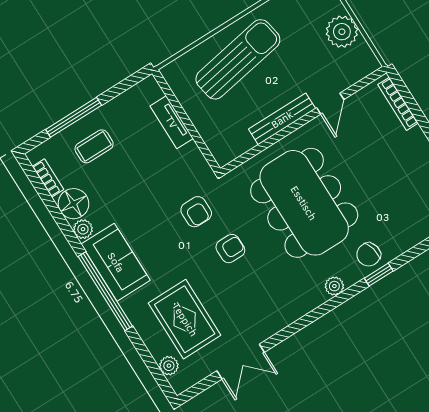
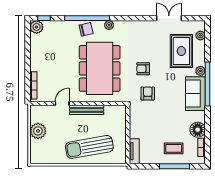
tv unit: (172, 122) -> (134, 151), moved
plant: (83, 229) -> (200, 71), moved
window: (379, 275) -> (87, 18), width x3.17

